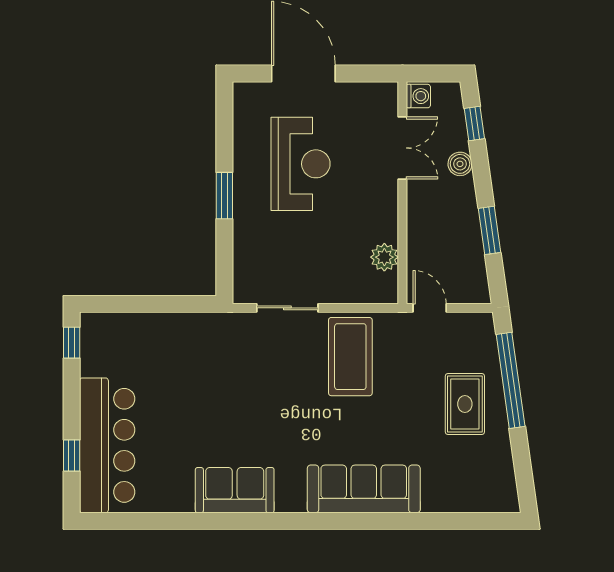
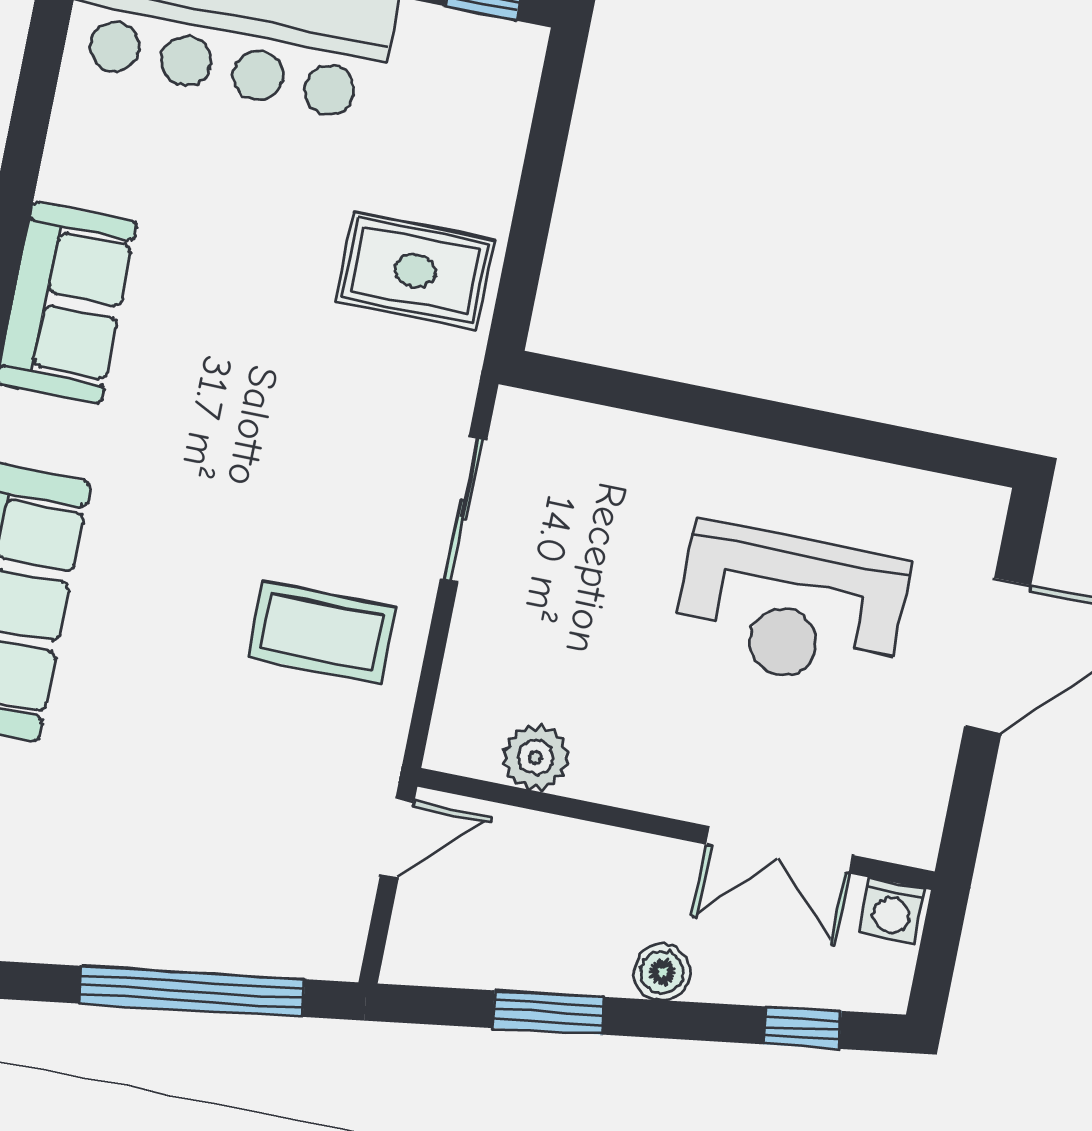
boiler: (460, 164) -> (662, 972), moved
window: (224, 196) -> (752, 416), removed
coffee table: (350, 357) -> (322, 632), width x0.73, depth x0.76
rug: (465, 404) -> (415, 271), moved

